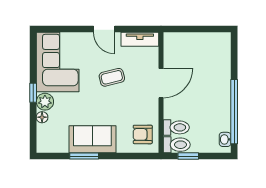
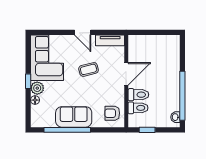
toilet: (177, 145) -> (138, 95), moved
window: (84, 156) -> (67, 130), width x2.11

